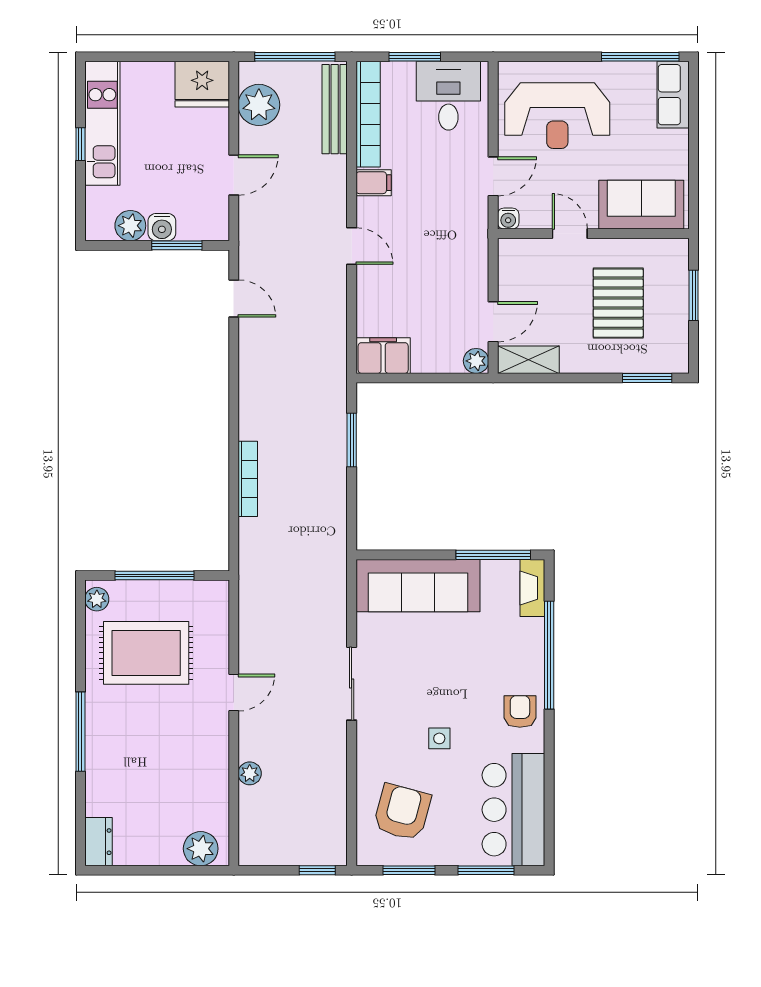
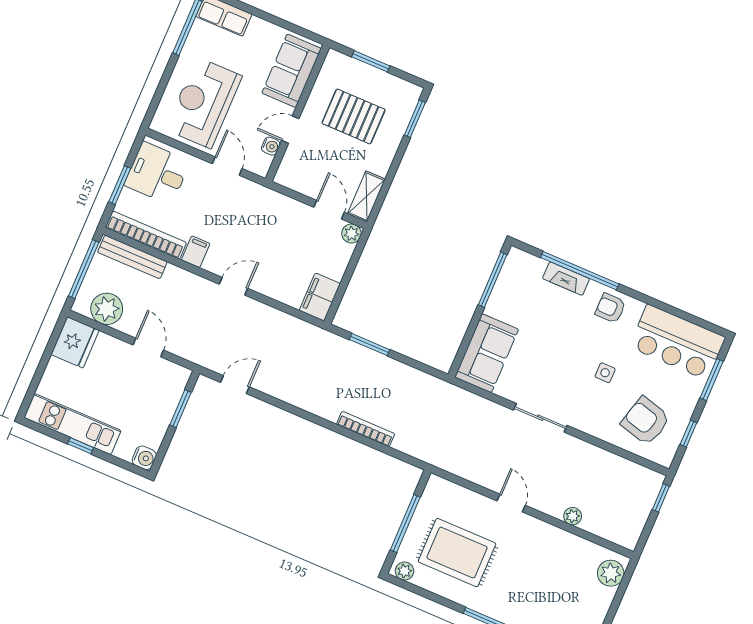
reception desk: (557, 116) -> (204, 103), turned 180
water cooler: (508, 219) -> (271, 146), moved
plant: (130, 226) -> (153, 435), removed
water cooler: (162, 227) -> (144, 458), moved
sofa: (418, 586) -> (487, 353), width x0.73
fireplace: (532, 588) -> (566, 279), moved
rug: (146, 653) -> (457, 553), turned 90
window: (409, 870) -> (688, 434), width x0.67

